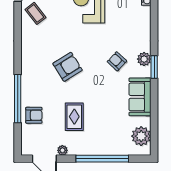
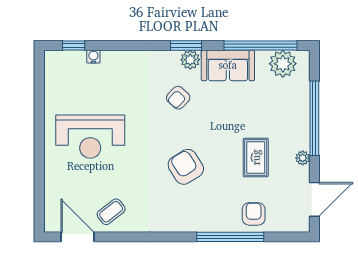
plant: (144, 59) -> (190, 60), moved
rug: (74, 117) -> (256, 157), turned 90
window: (154, 120) -> (261, 46), added
plant: (62, 150) -> (303, 158), moved

